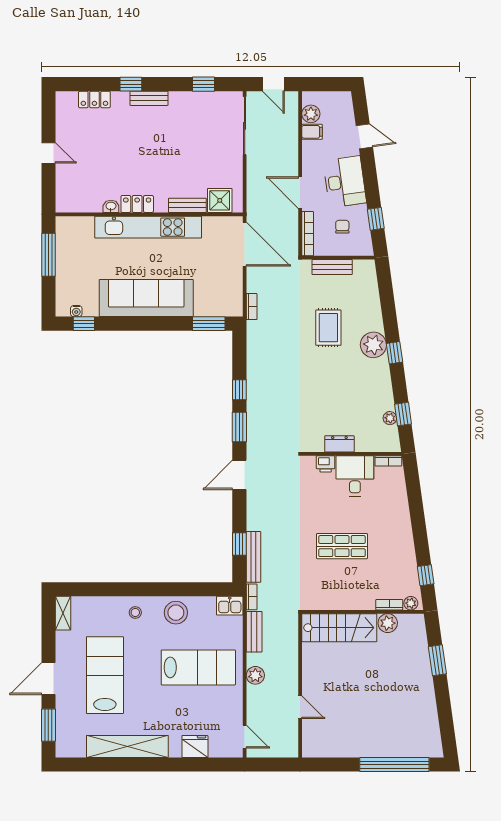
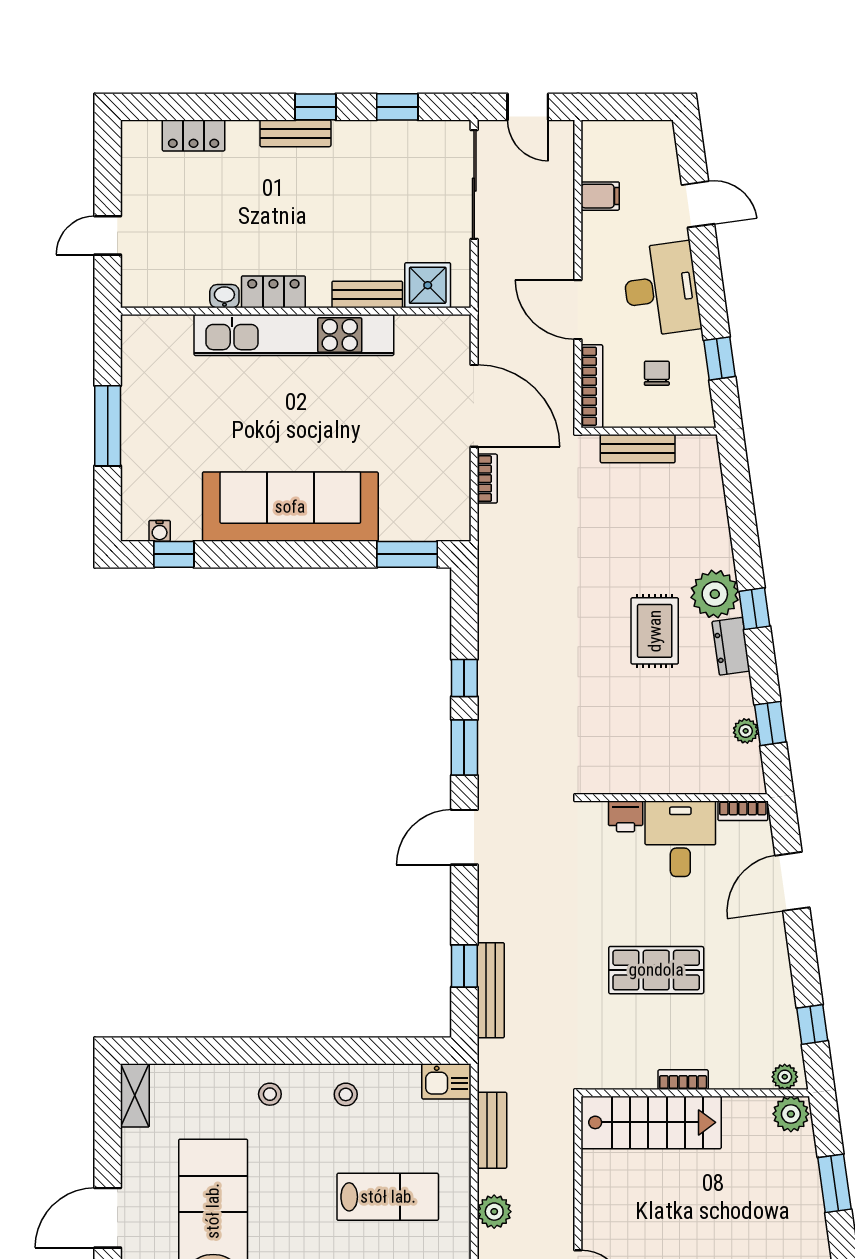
window: (131, 84) -> (315, 107), moved
plant: (311, 114) -> (598, 162), removed
door: (48, 153) -> (108, 235), swing flipped
shower: (220, 200) -> (428, 285), moved
locker: (137, 204) -> (273, 292), moved
bench: (187, 205) -> (367, 294), moved
washbasin: (111, 206) -> (224, 296), moved
wall: (149, 214) -> (296, 311), moved
kitchen unit: (148, 227) -> (294, 335), moved
bookcase: (252, 307) -> (487, 479), moved
rug: (328, 328) -> (655, 631), moved
dresser: (339, 444) -> (731, 646), moved, turned -98
door: (415, 499) -> (792, 881), added
bookcase: (252, 597) -> (487, 1065), removed
bookcase: (389, 605) -> (683, 1080), moved
stool: (176, 613) -> (346, 1094), width x0.53, depth x0.53
plant: (388, 623) -> (791, 1114), moved
lab bench: (198, 667) -> (388, 1197), width x0.73, depth x0.72

